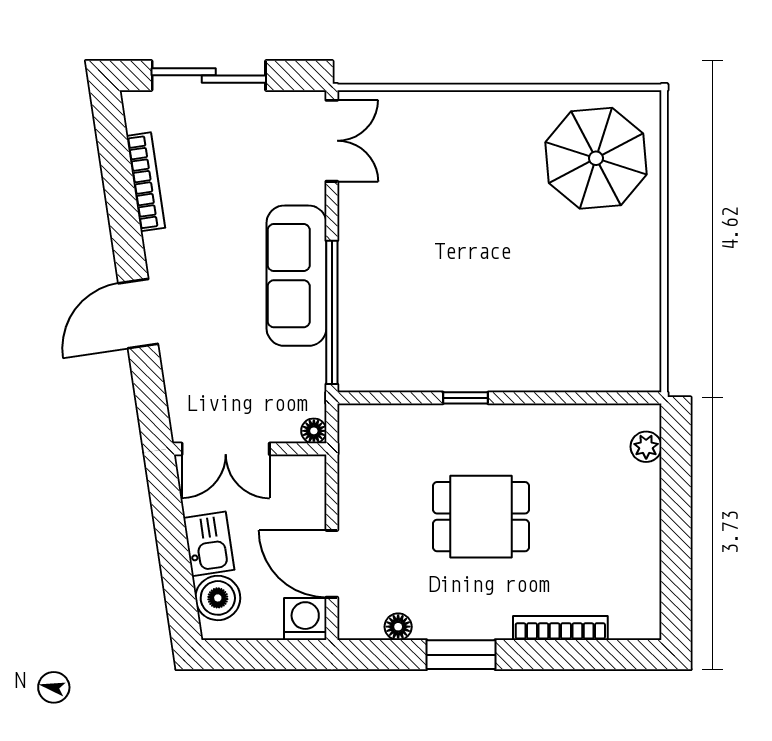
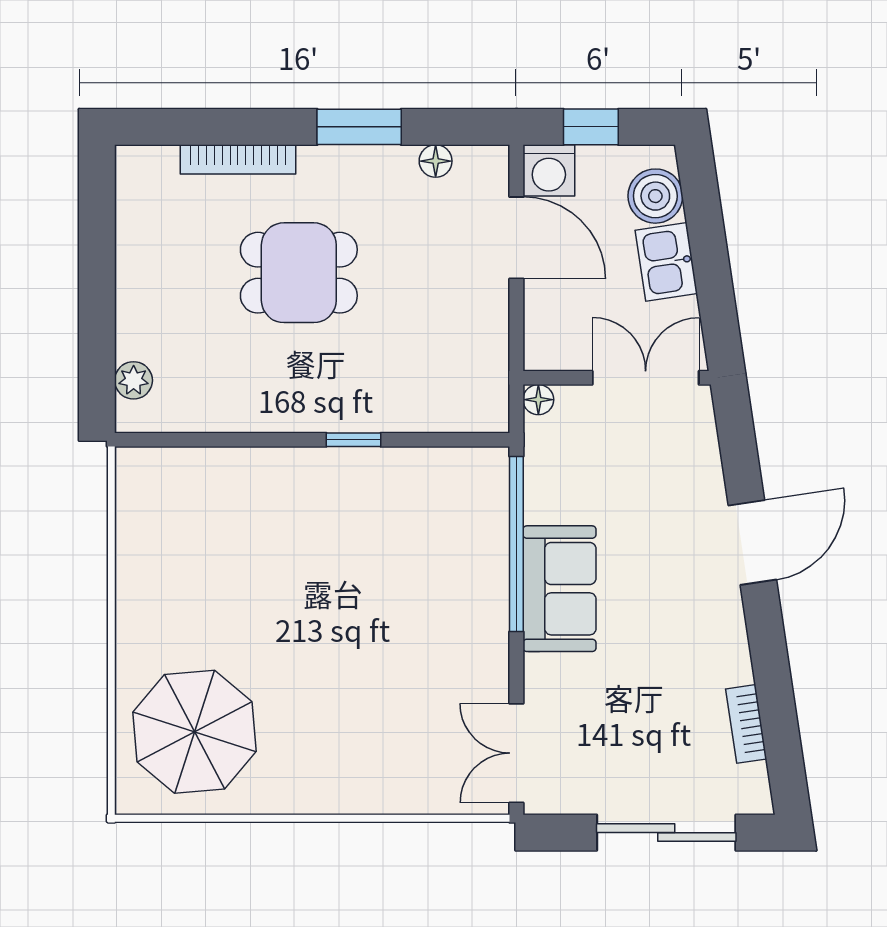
bookcase: (146, 182) -> (746, 724), width x0.64
sofa: (296, 276) -> (559, 589), width x0.73
dining table: (481, 517) -> (299, 273), moved
window: (271, 655) -> (591, 127), added

